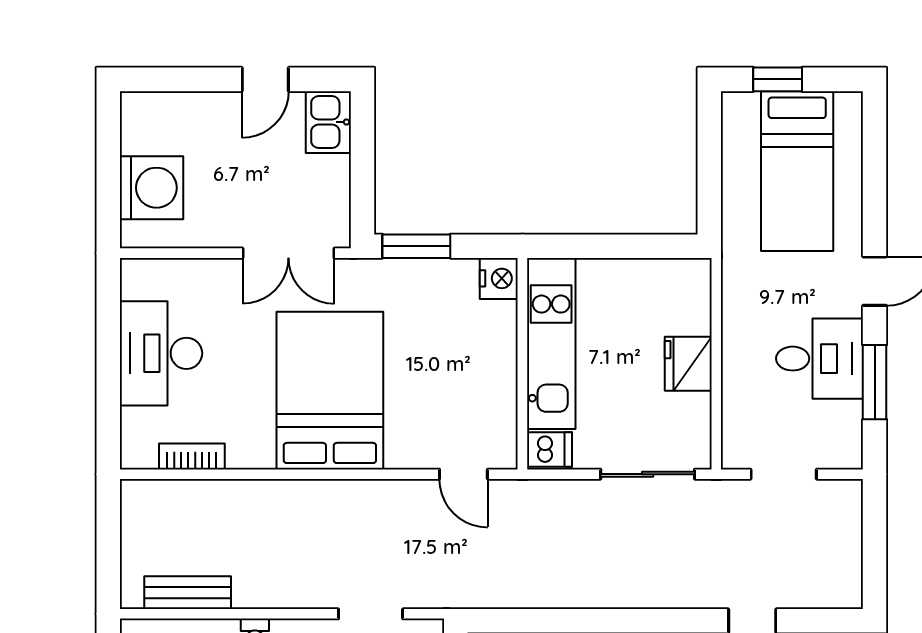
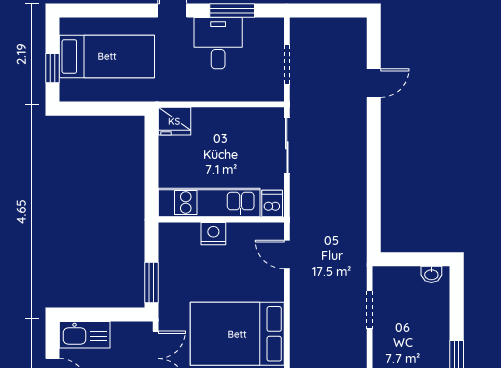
kitchen sink: (328, 122) -> (85, 335), width x1.38
nightstand: (499, 278) -> (213, 234), moved
fridge: (688, 364) -> (174, 121), moved
door: (463, 474) -> (287, 255), swing flipped

